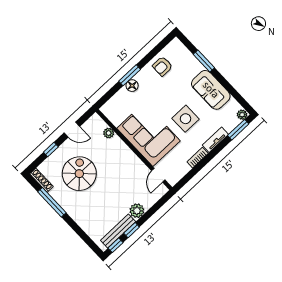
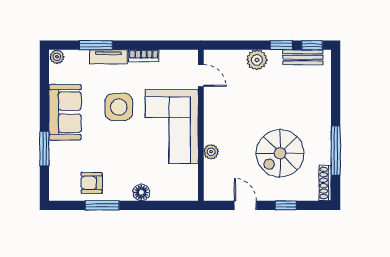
armchair: (162, 66) -> (92, 183), turned 180
window: (130, 75) -> (102, 205), moved
window: (238, 130) -> (96, 45), moved
plant: (109, 133) -> (211, 152), moved
door: (158, 175) -> (201, 75), hinge flipped
bench: (118, 231) -> (303, 57), width x0.73

